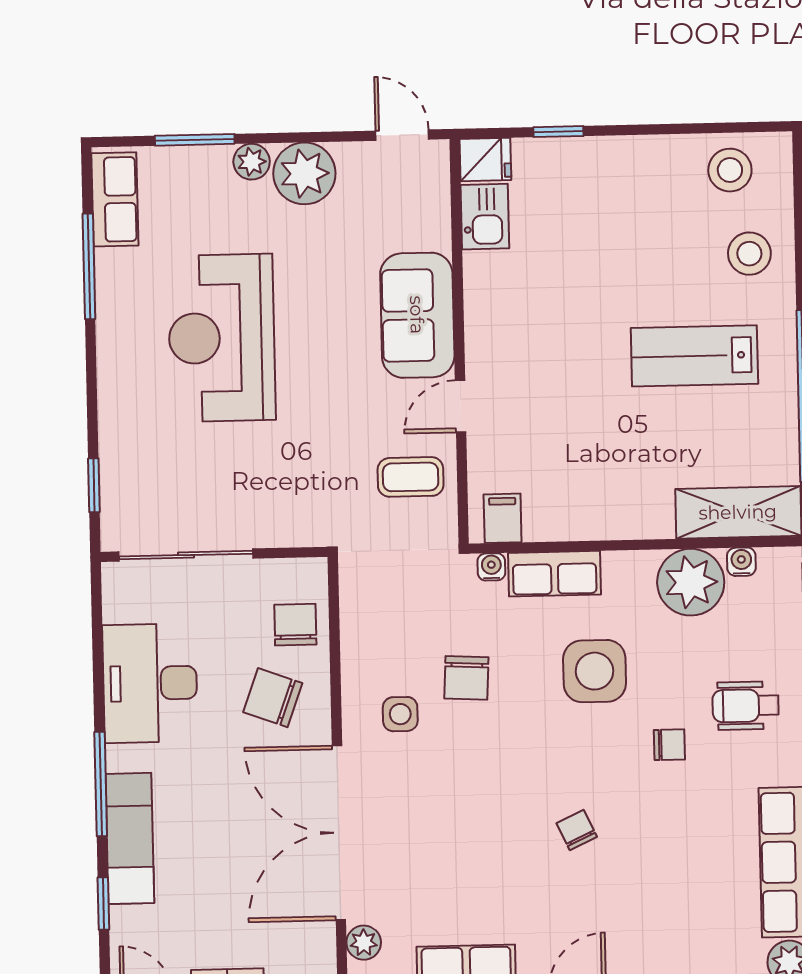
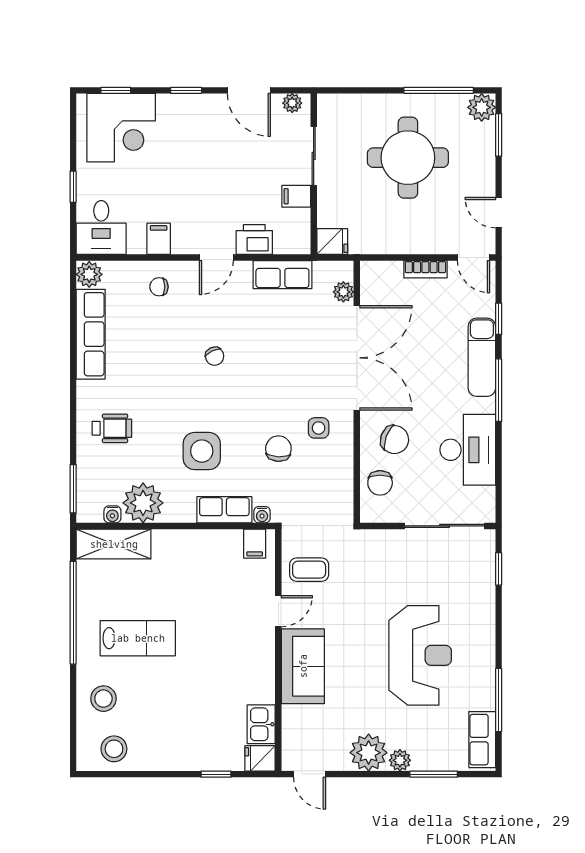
chair: (669, 745) -> (159, 287), moved

